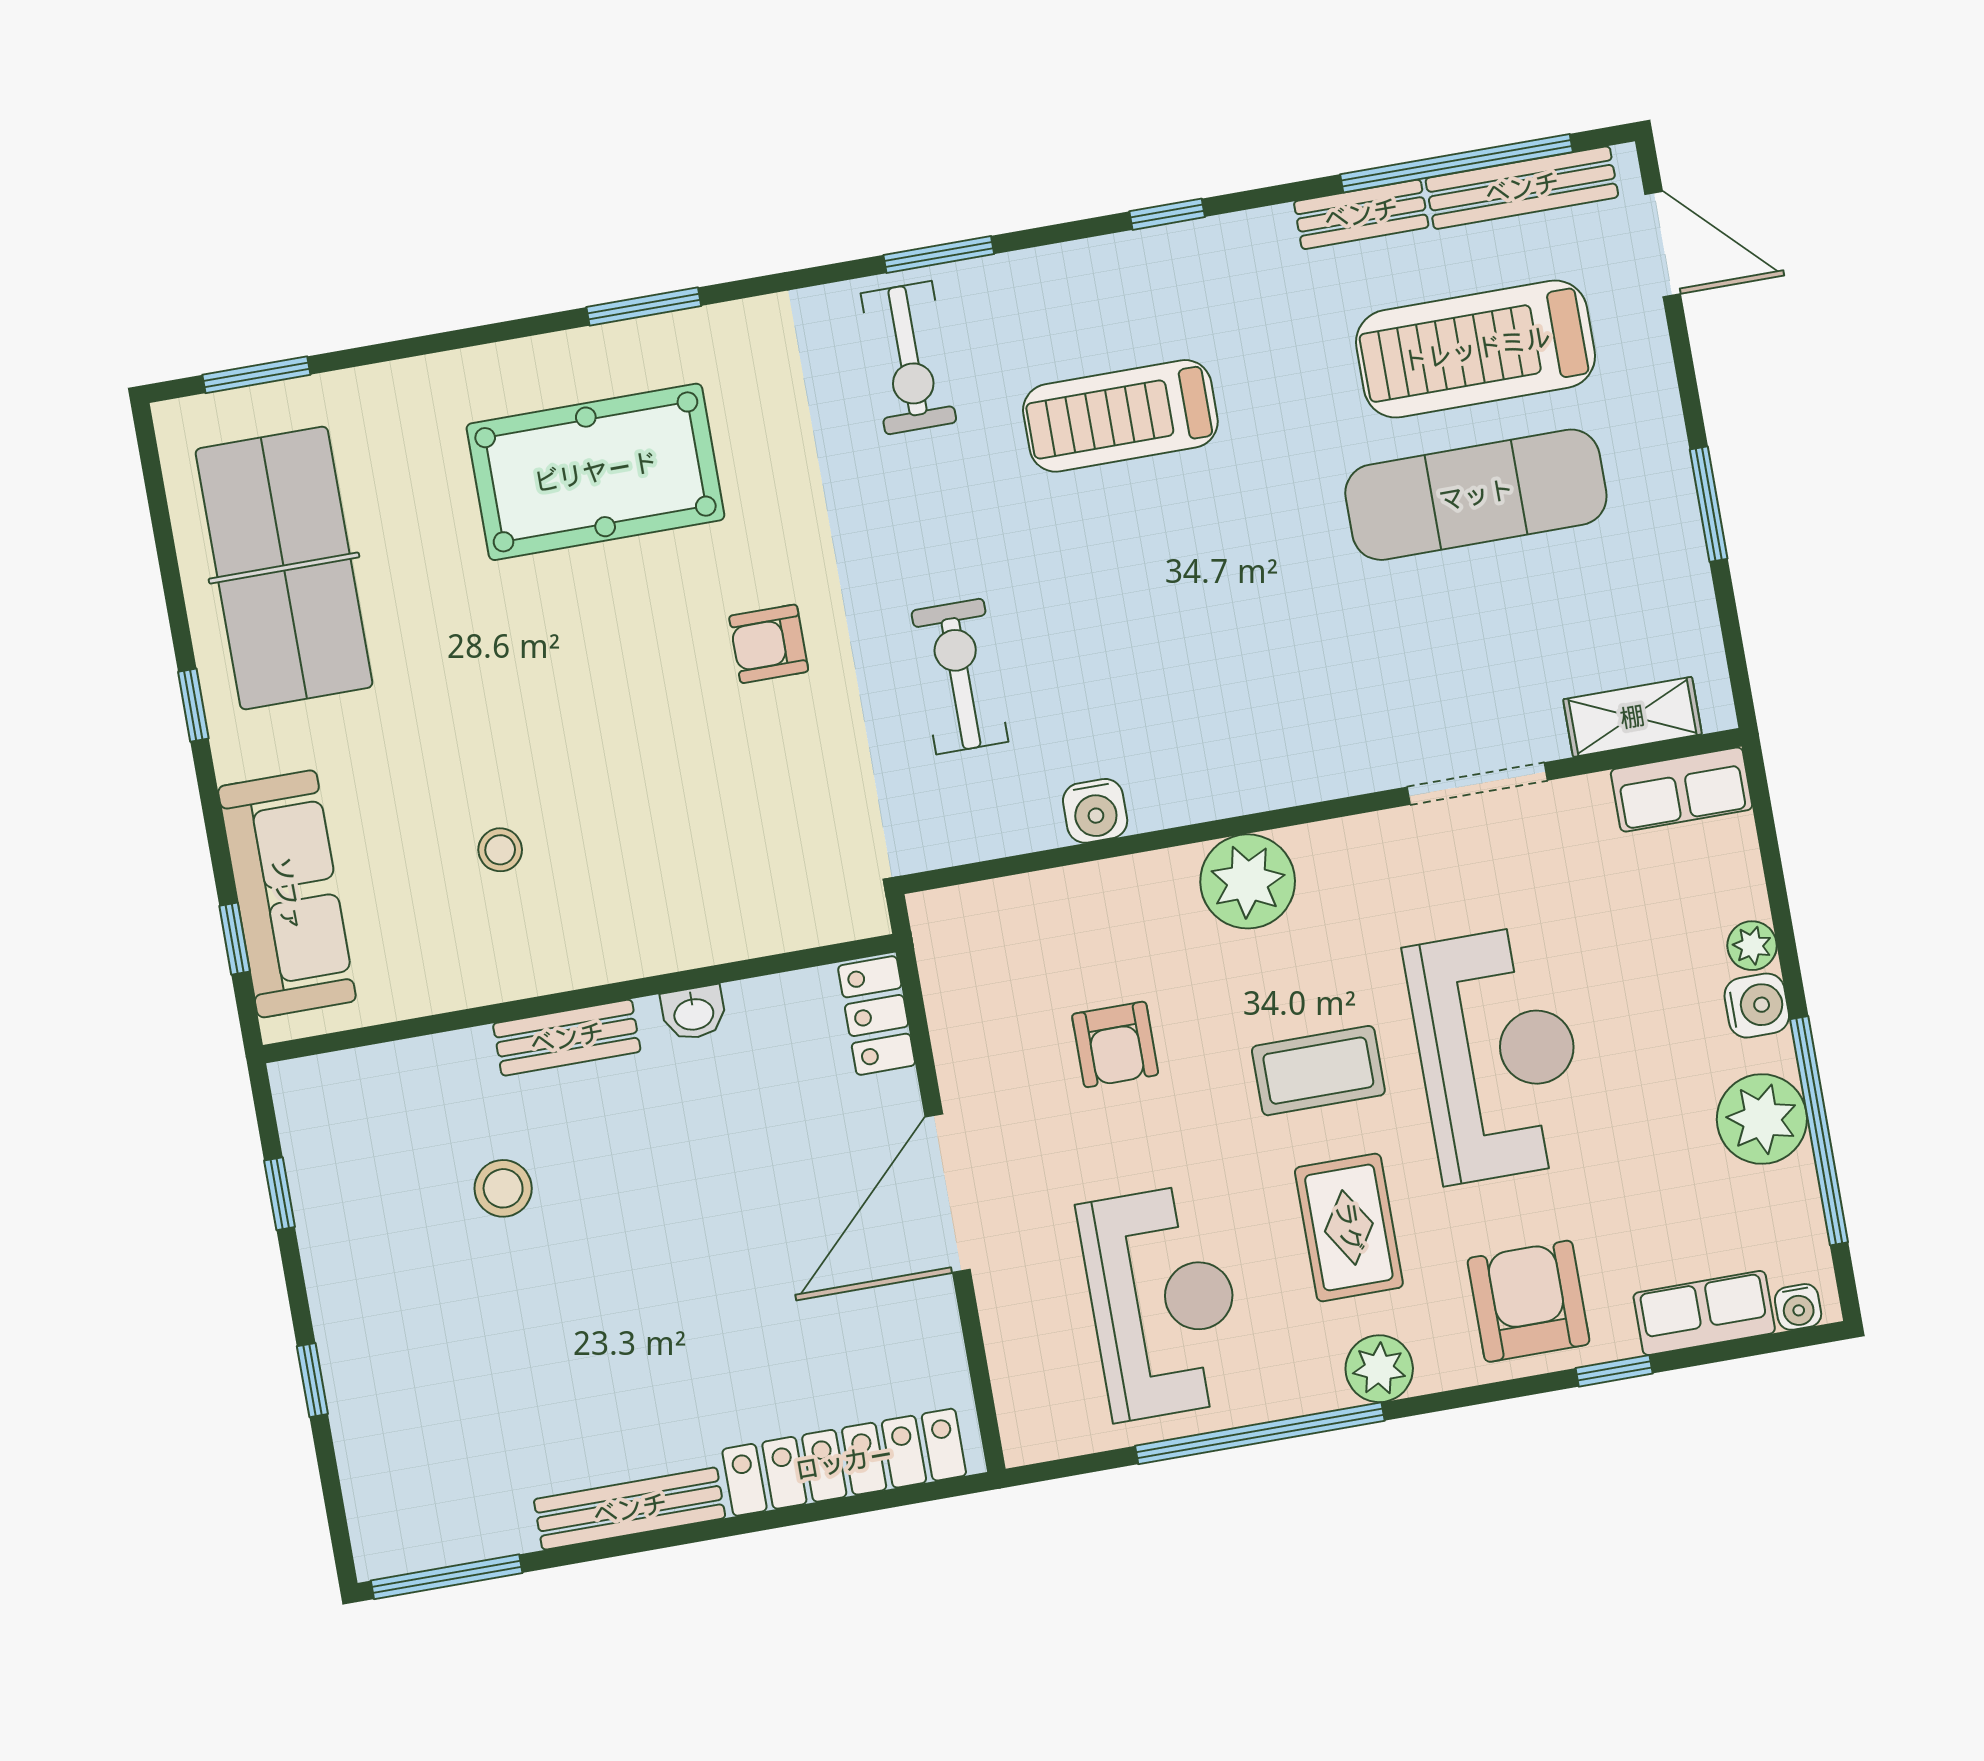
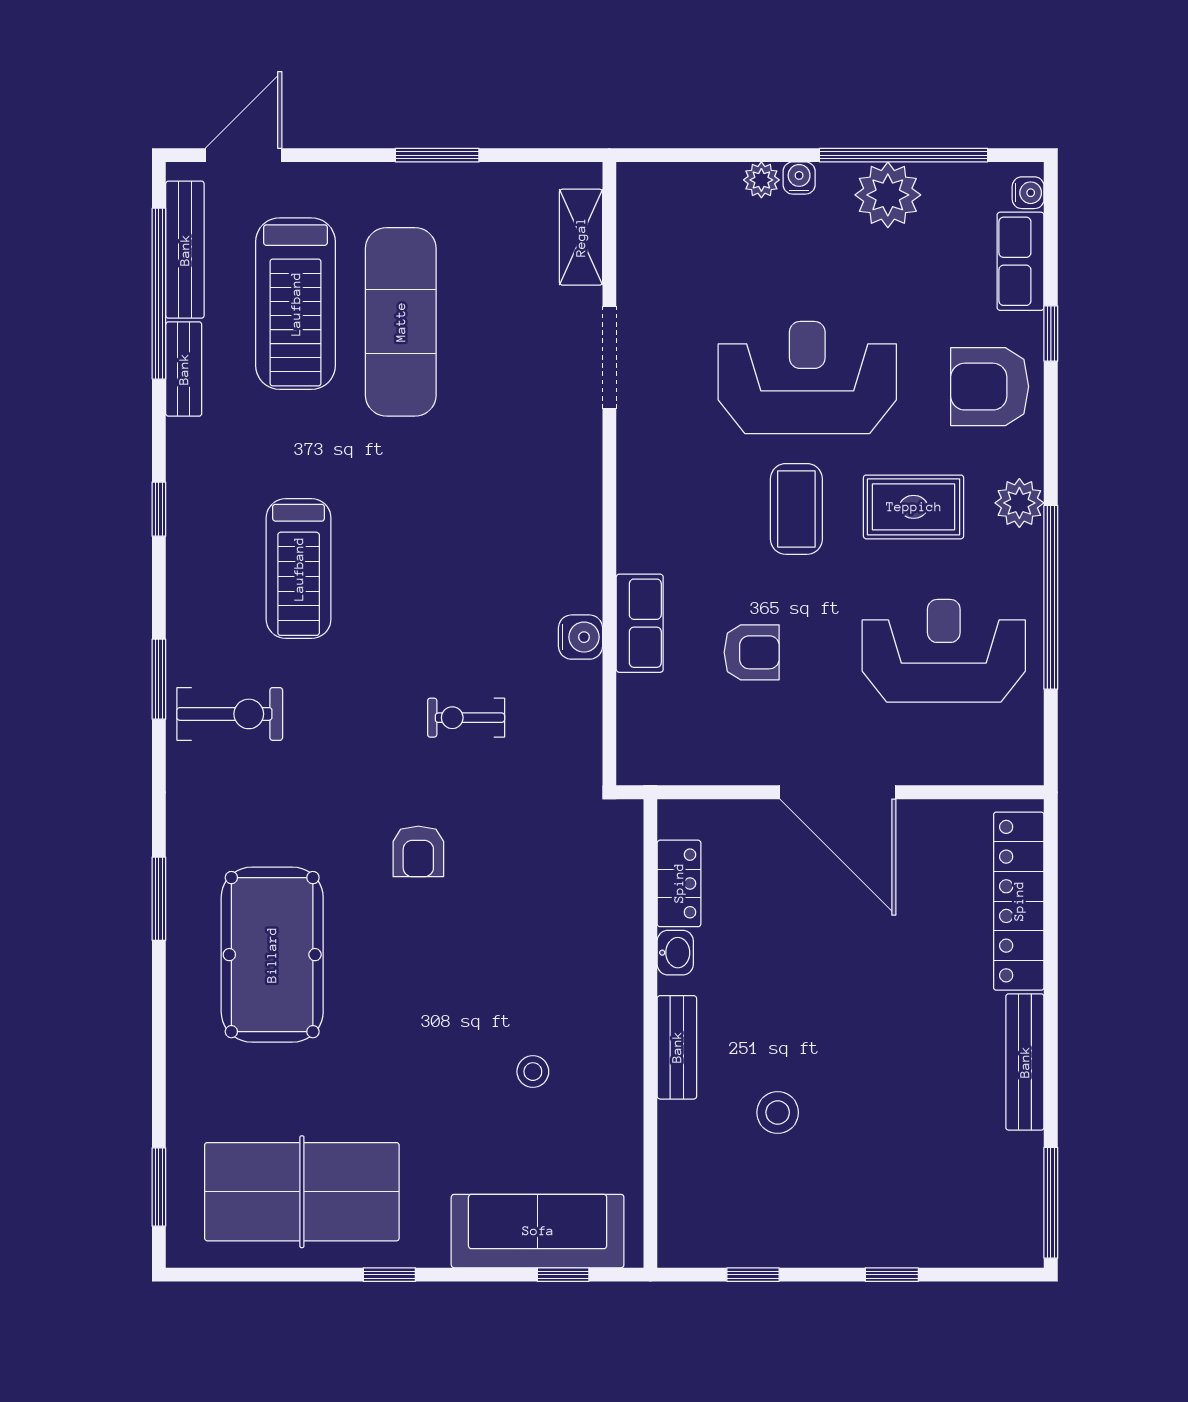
exercise bike: (960, 676) -> (466, 718), width x0.73, depth x0.72
row of seats: (1682, 789) -> (640, 623), moved
plant: (1248, 881) -> (651, 536), removed
water cooler: (1757, 1006) -> (799, 178), width x0.72, depth x0.72
locker: (877, 1016) -> (679, 883), moved, turned -90

